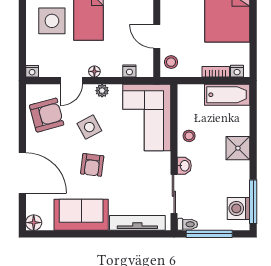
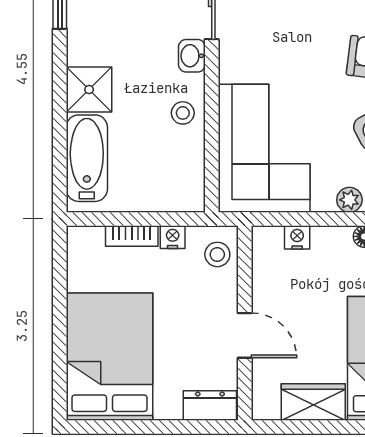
door: (157, 36) -> (245, 335), moved
nightstand: (237, 71) -> (173, 237), moved
bathtub: (227, 95) -> (87, 158), moved, turned 90

